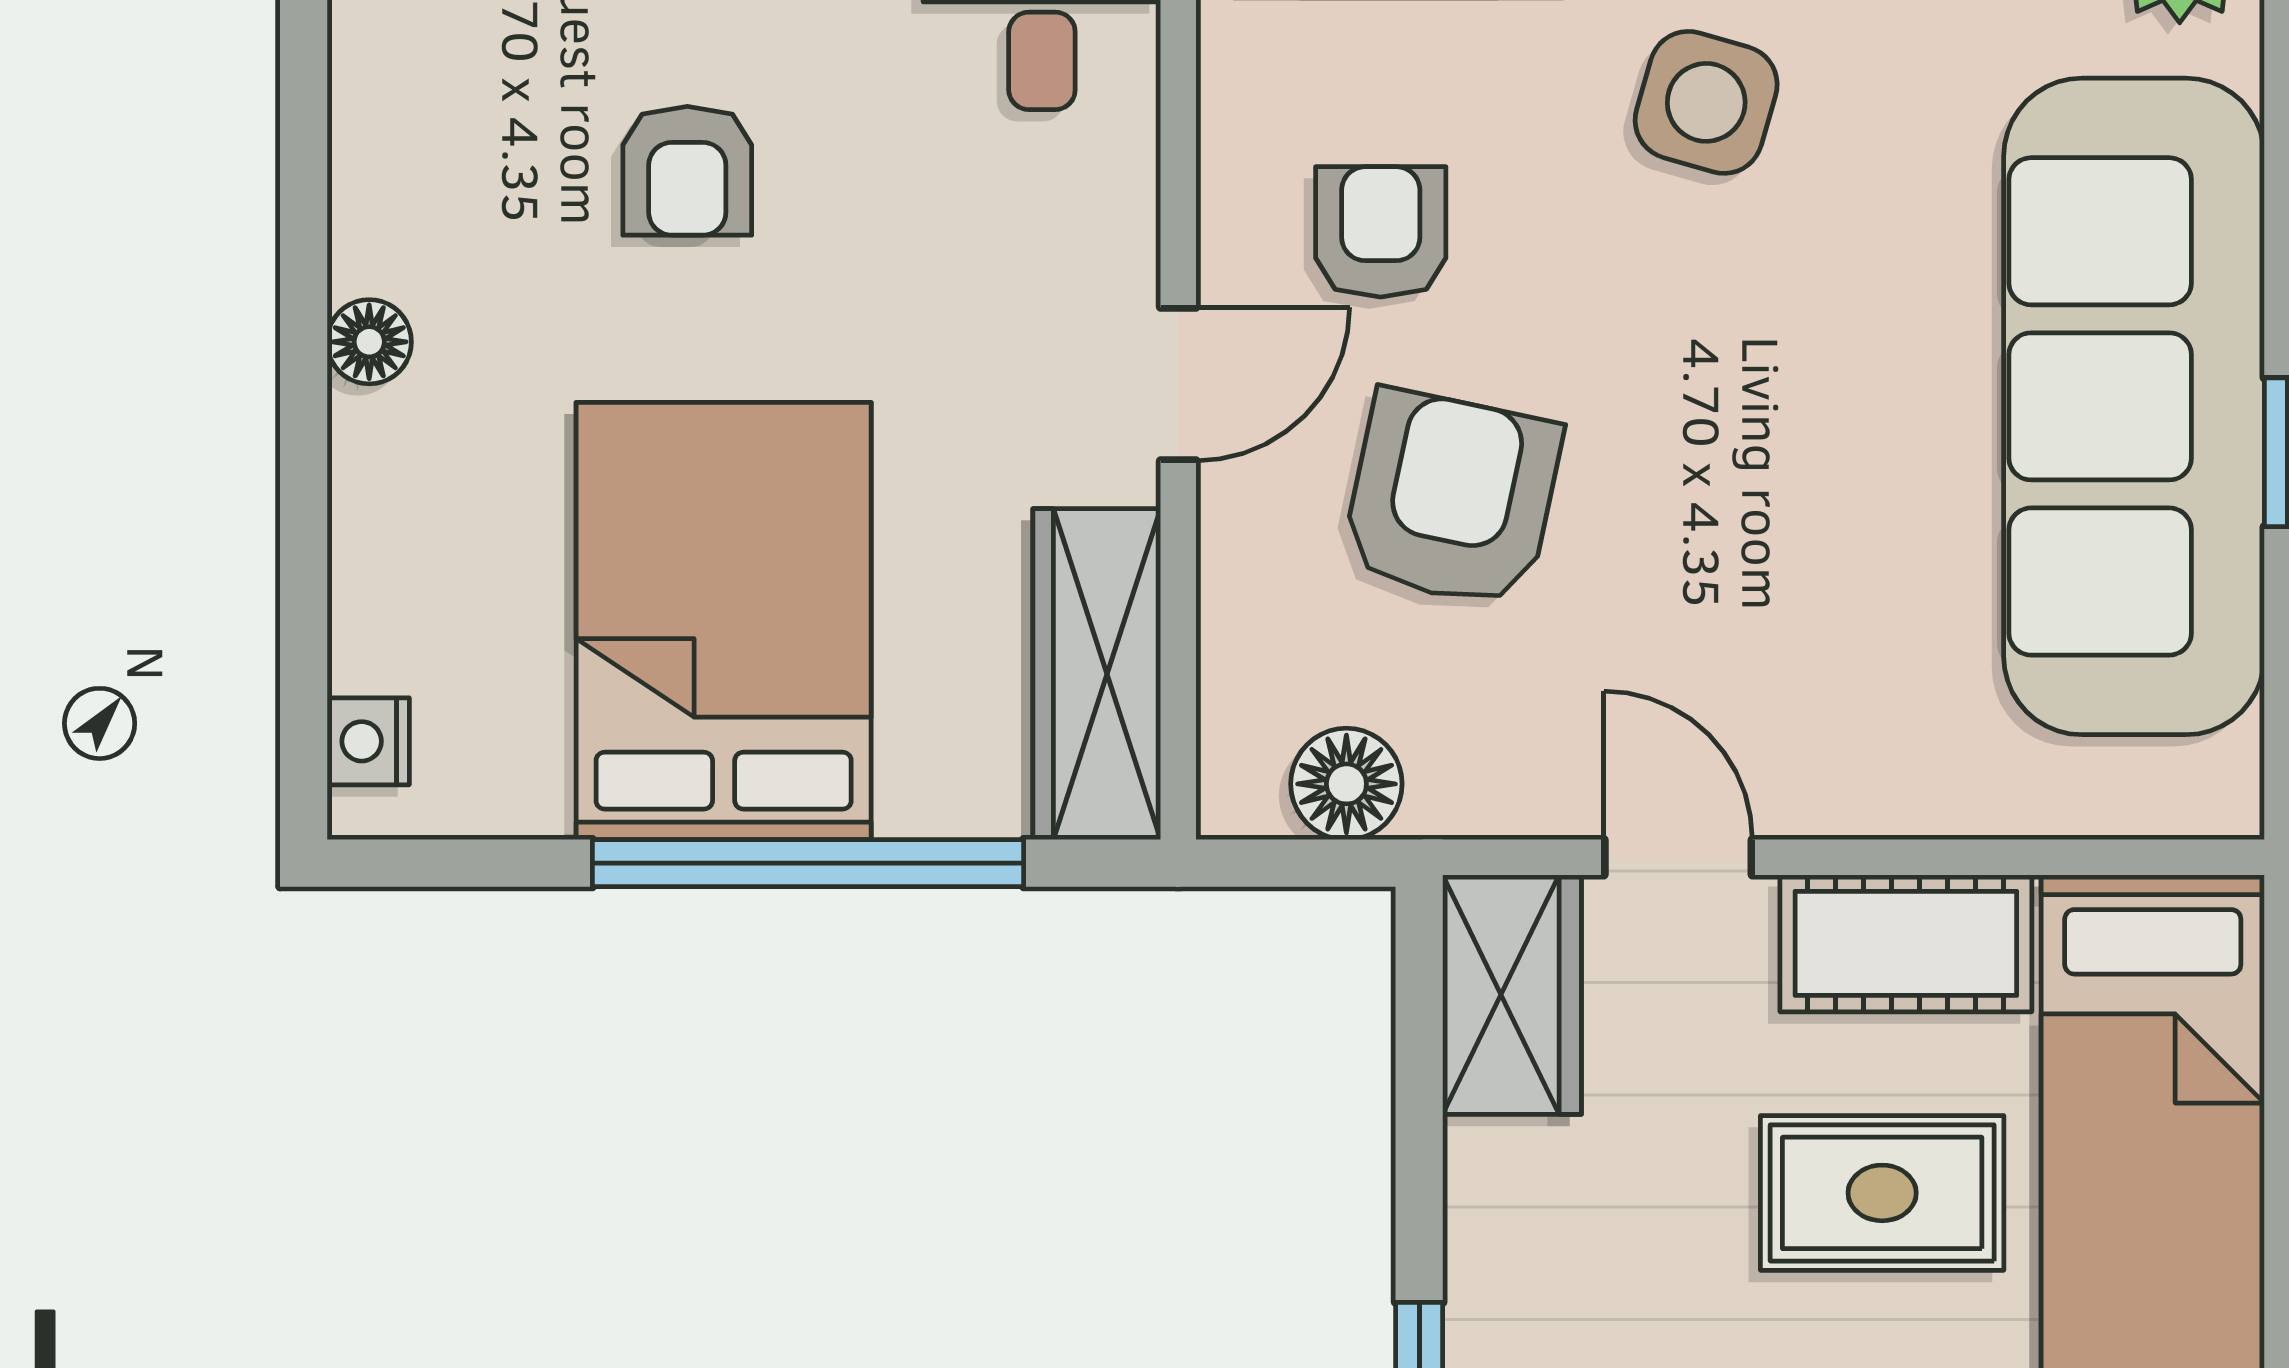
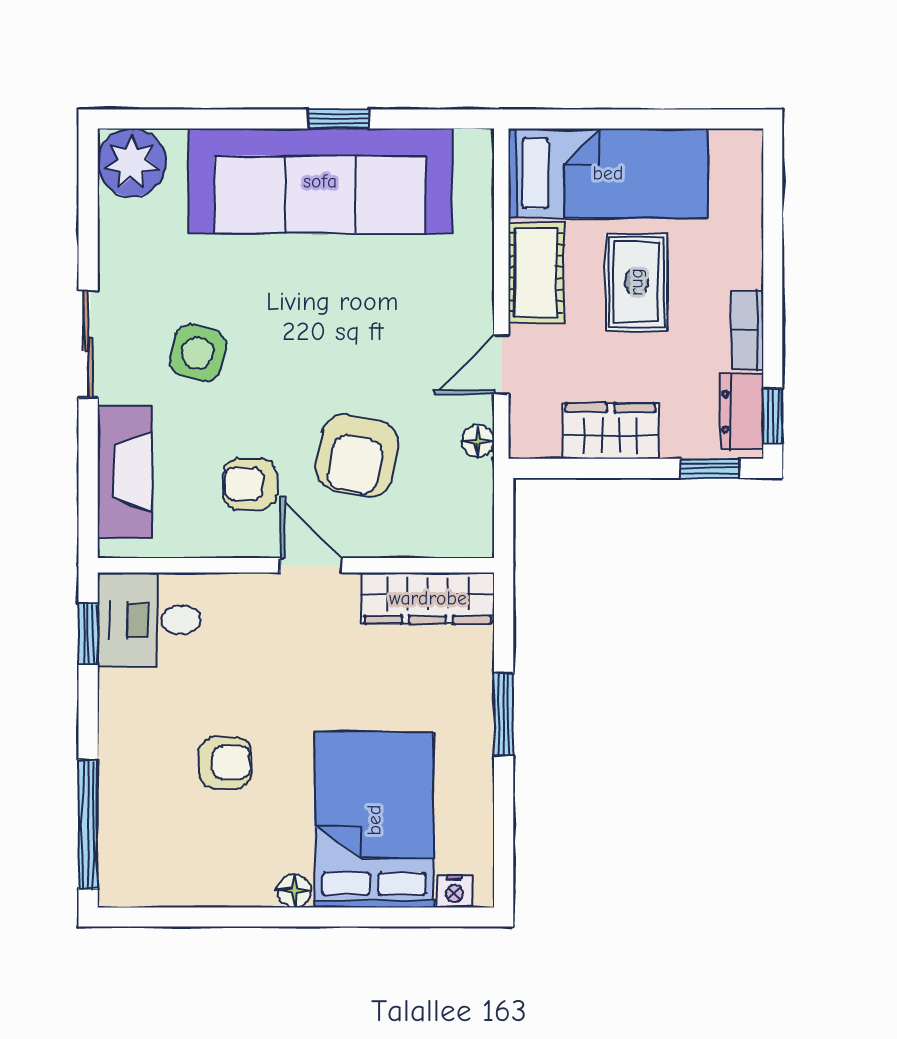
armchair: (1451, 499) -> (357, 455), turned -91
bed: (724, 621) -> (374, 820), moved, turned 90
floor lamp: (1346, 784) -> (478, 441), moved, width x0.73, depth x0.73
window: (808, 863) -> (504, 714), width x0.47
wardrobe: (1512, 995) -> (611, 431), moved

